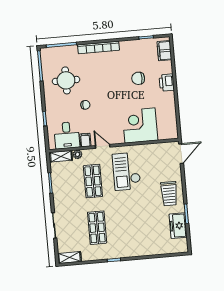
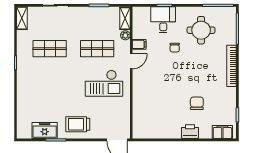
corner desk: (140, 125) -> (149, 101), removed
desk: (67, 135) -> (163, 20), moved, turned 90
checkout: (127, 171) -> (104, 83), turned 180

